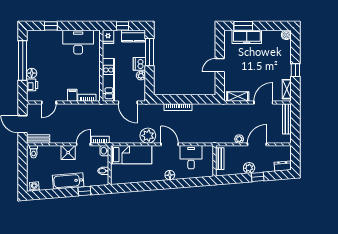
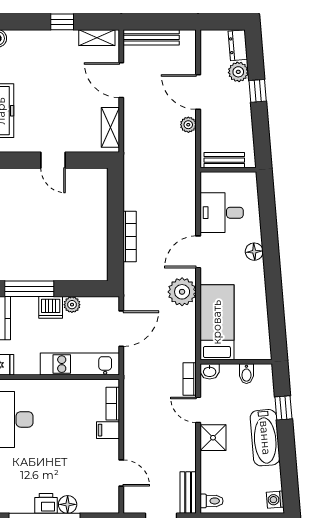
printer: (32, 85) -> (46, 503), moved
plant: (249, 168) -> (238, 72), moved

